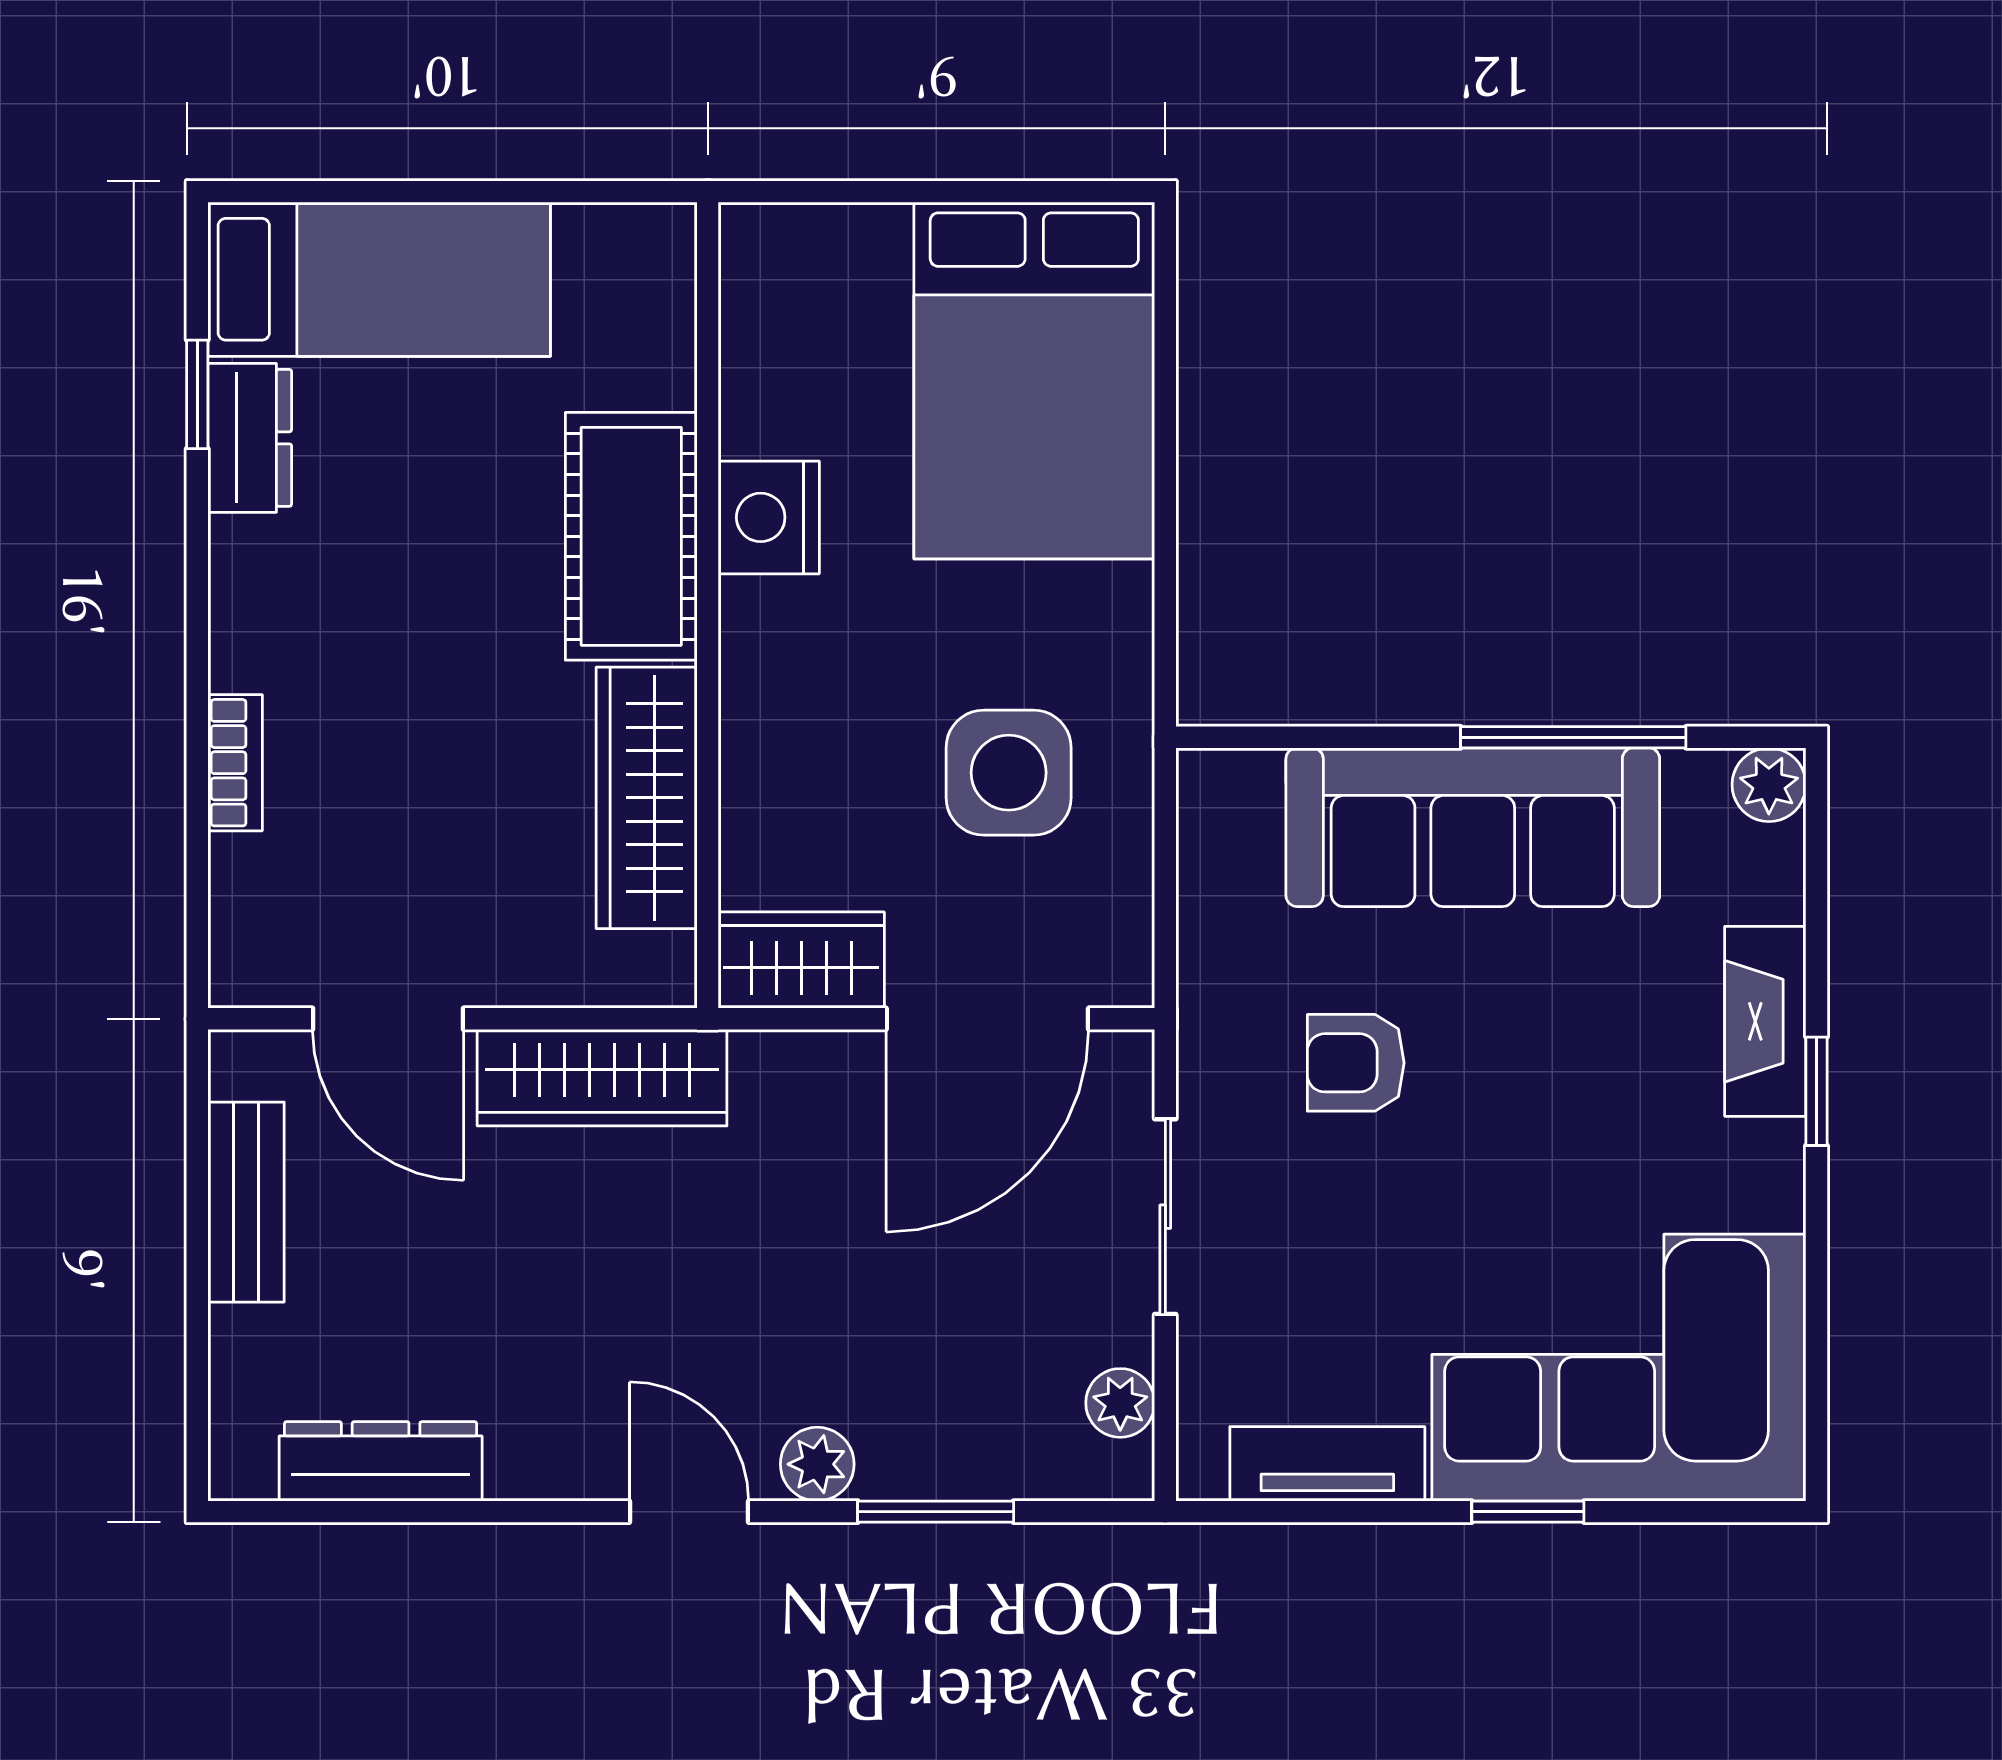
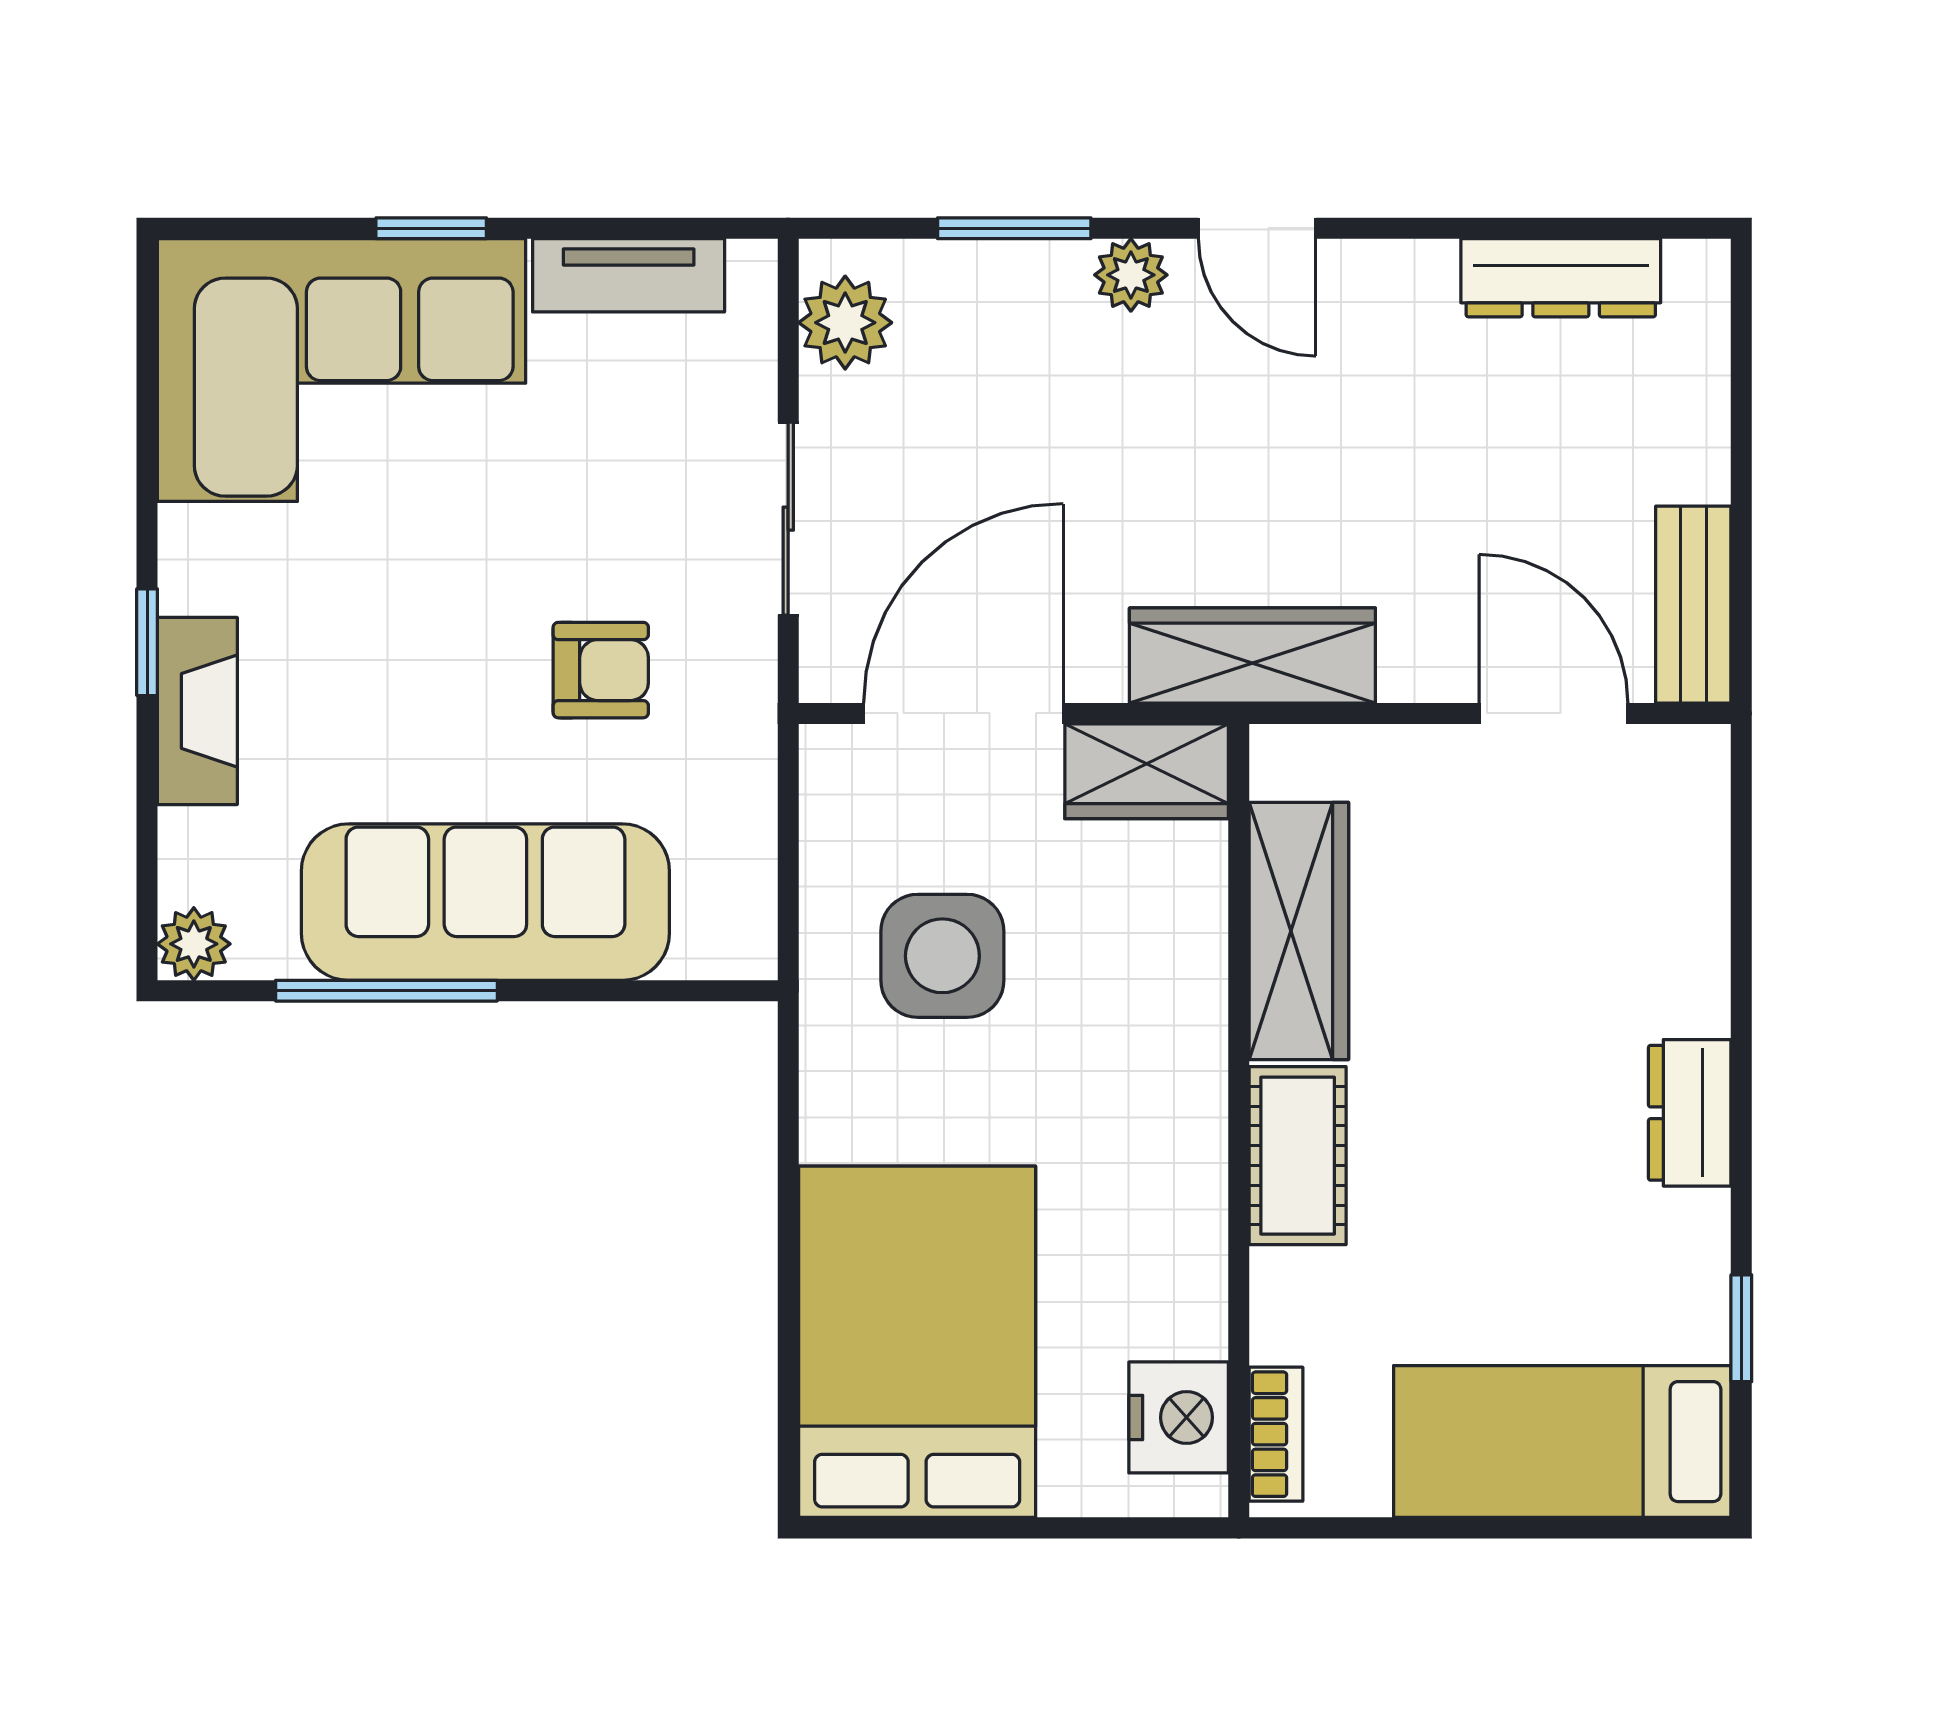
dresser: (250, 438) -> (1690, 1113), moved
nightstand: (769, 517) -> (1179, 1417), moved
cot: (631, 536) -> (1298, 1156), width x0.73, depth x0.75
bookcase: (235, 763) -> (1276, 1434), moved, turned 180
wardrobe: (602, 1078) -> (1252, 656), moved
bench: (246, 1202) -> (1693, 605), moved
plant: (1120, 1403) -> (845, 323), width x1.38, depth x1.38

